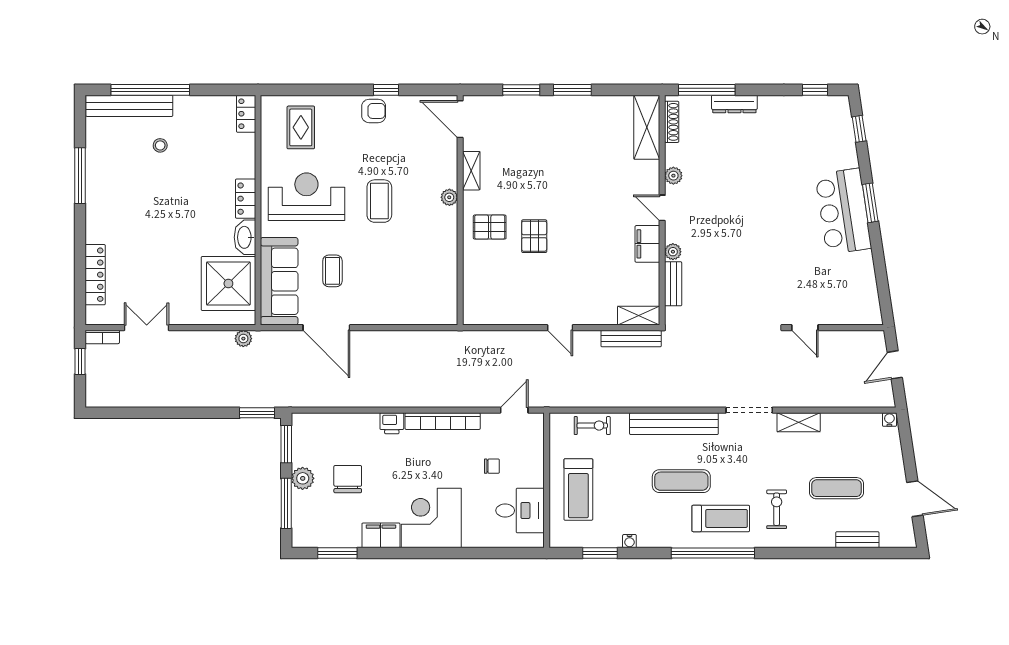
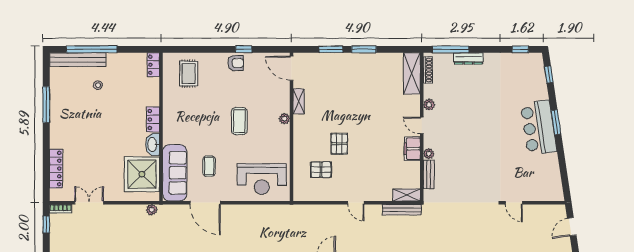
reception desk: (306, 197) -> (262, 179), moved, turned 180
pallet: (490, 227) -> (321, 170), moved

